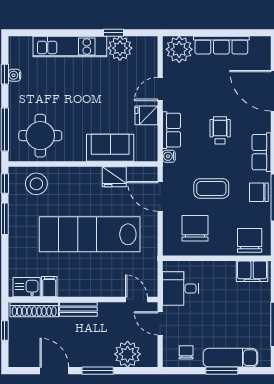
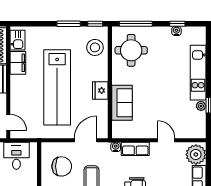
plant: (120, 48) -> (201, 106), width x0.53, depth x0.53
fridge: (146, 115) -> (146, 130), removed
fridge: (114, 177) -> (100, 90), moved
lab bench: (90, 234) -> (57, 87), turned 180
filing cabinet: (49, 287) -> (18, 63), width x2.00
door: (136, 299) -> (8, 122), hinge flipped

